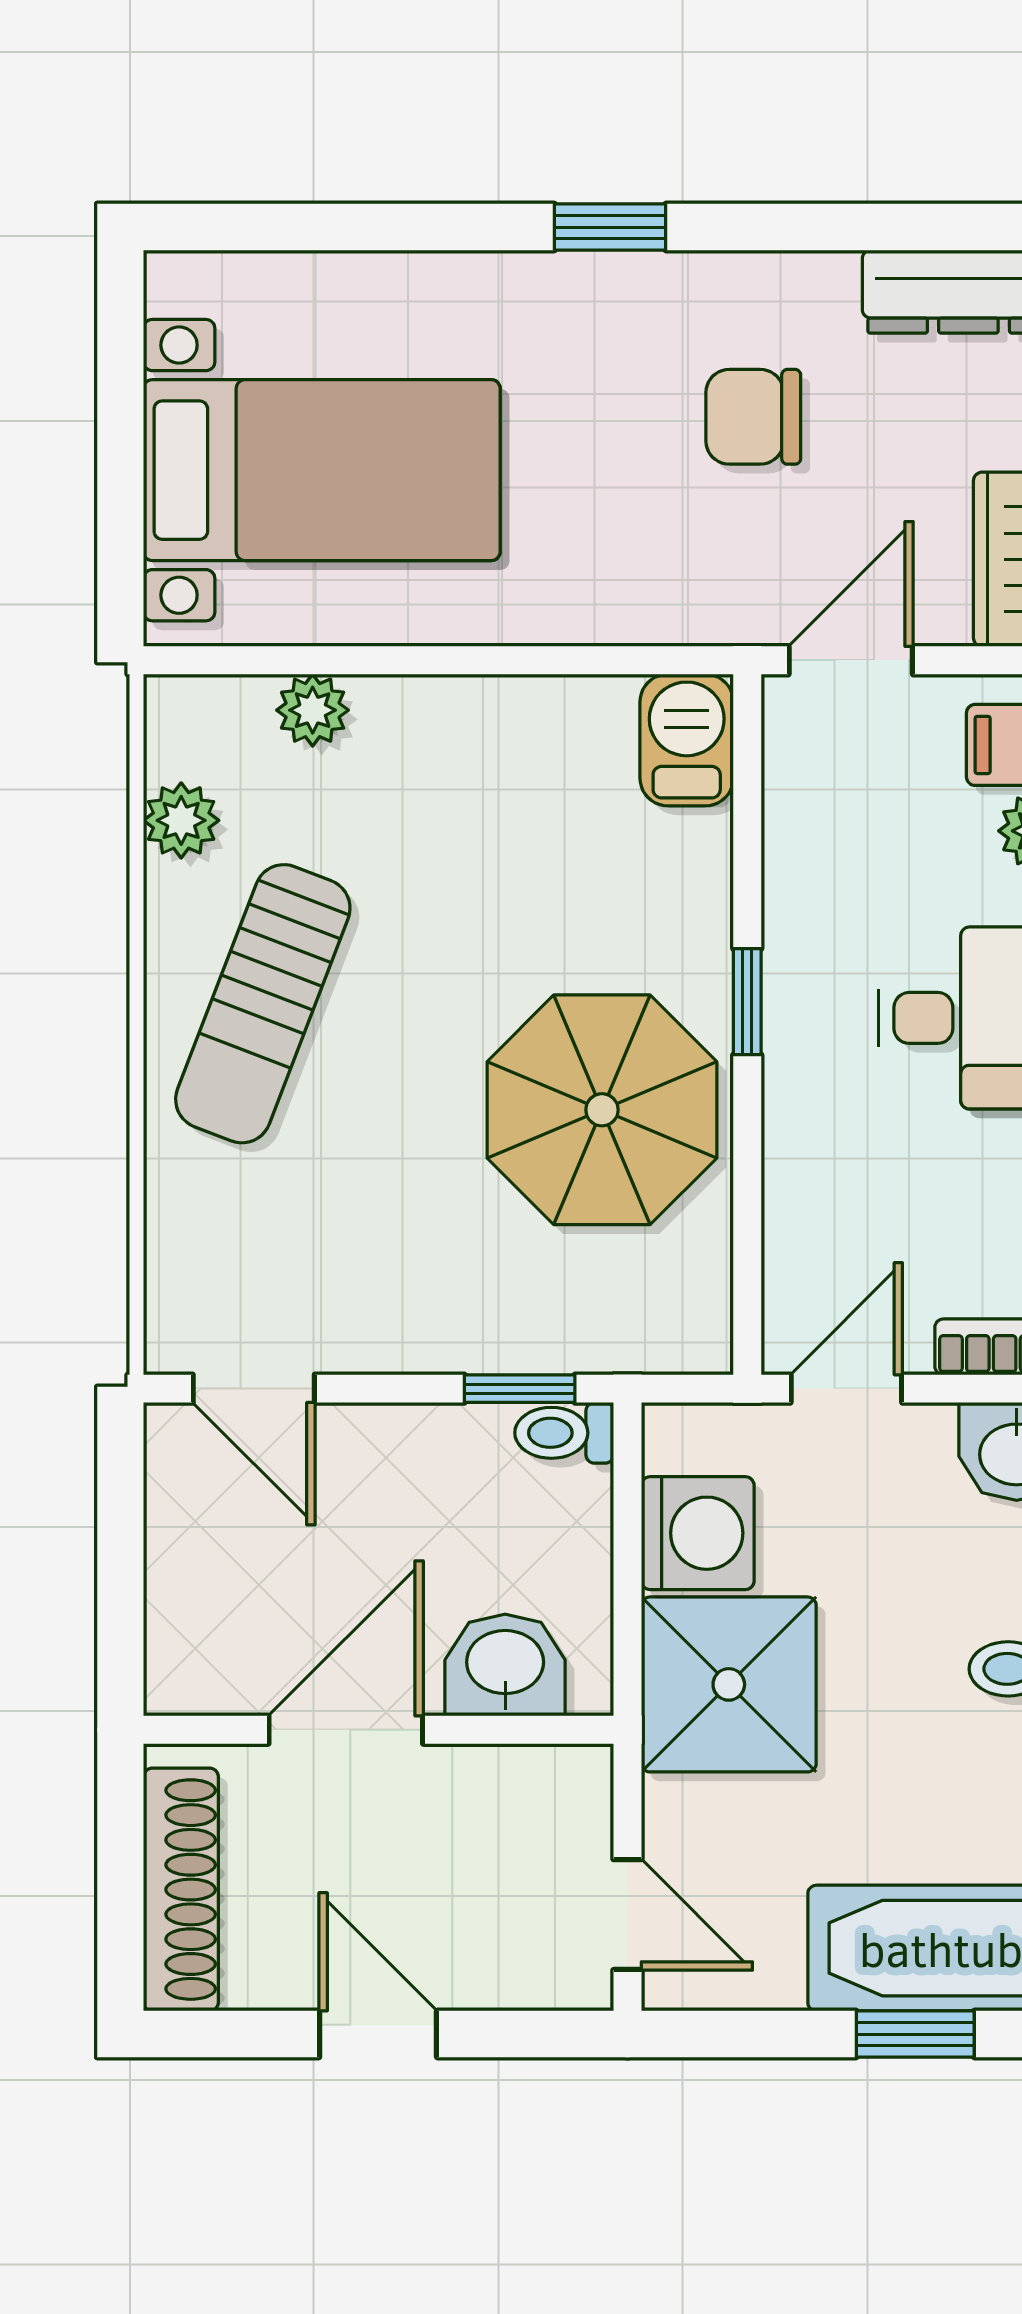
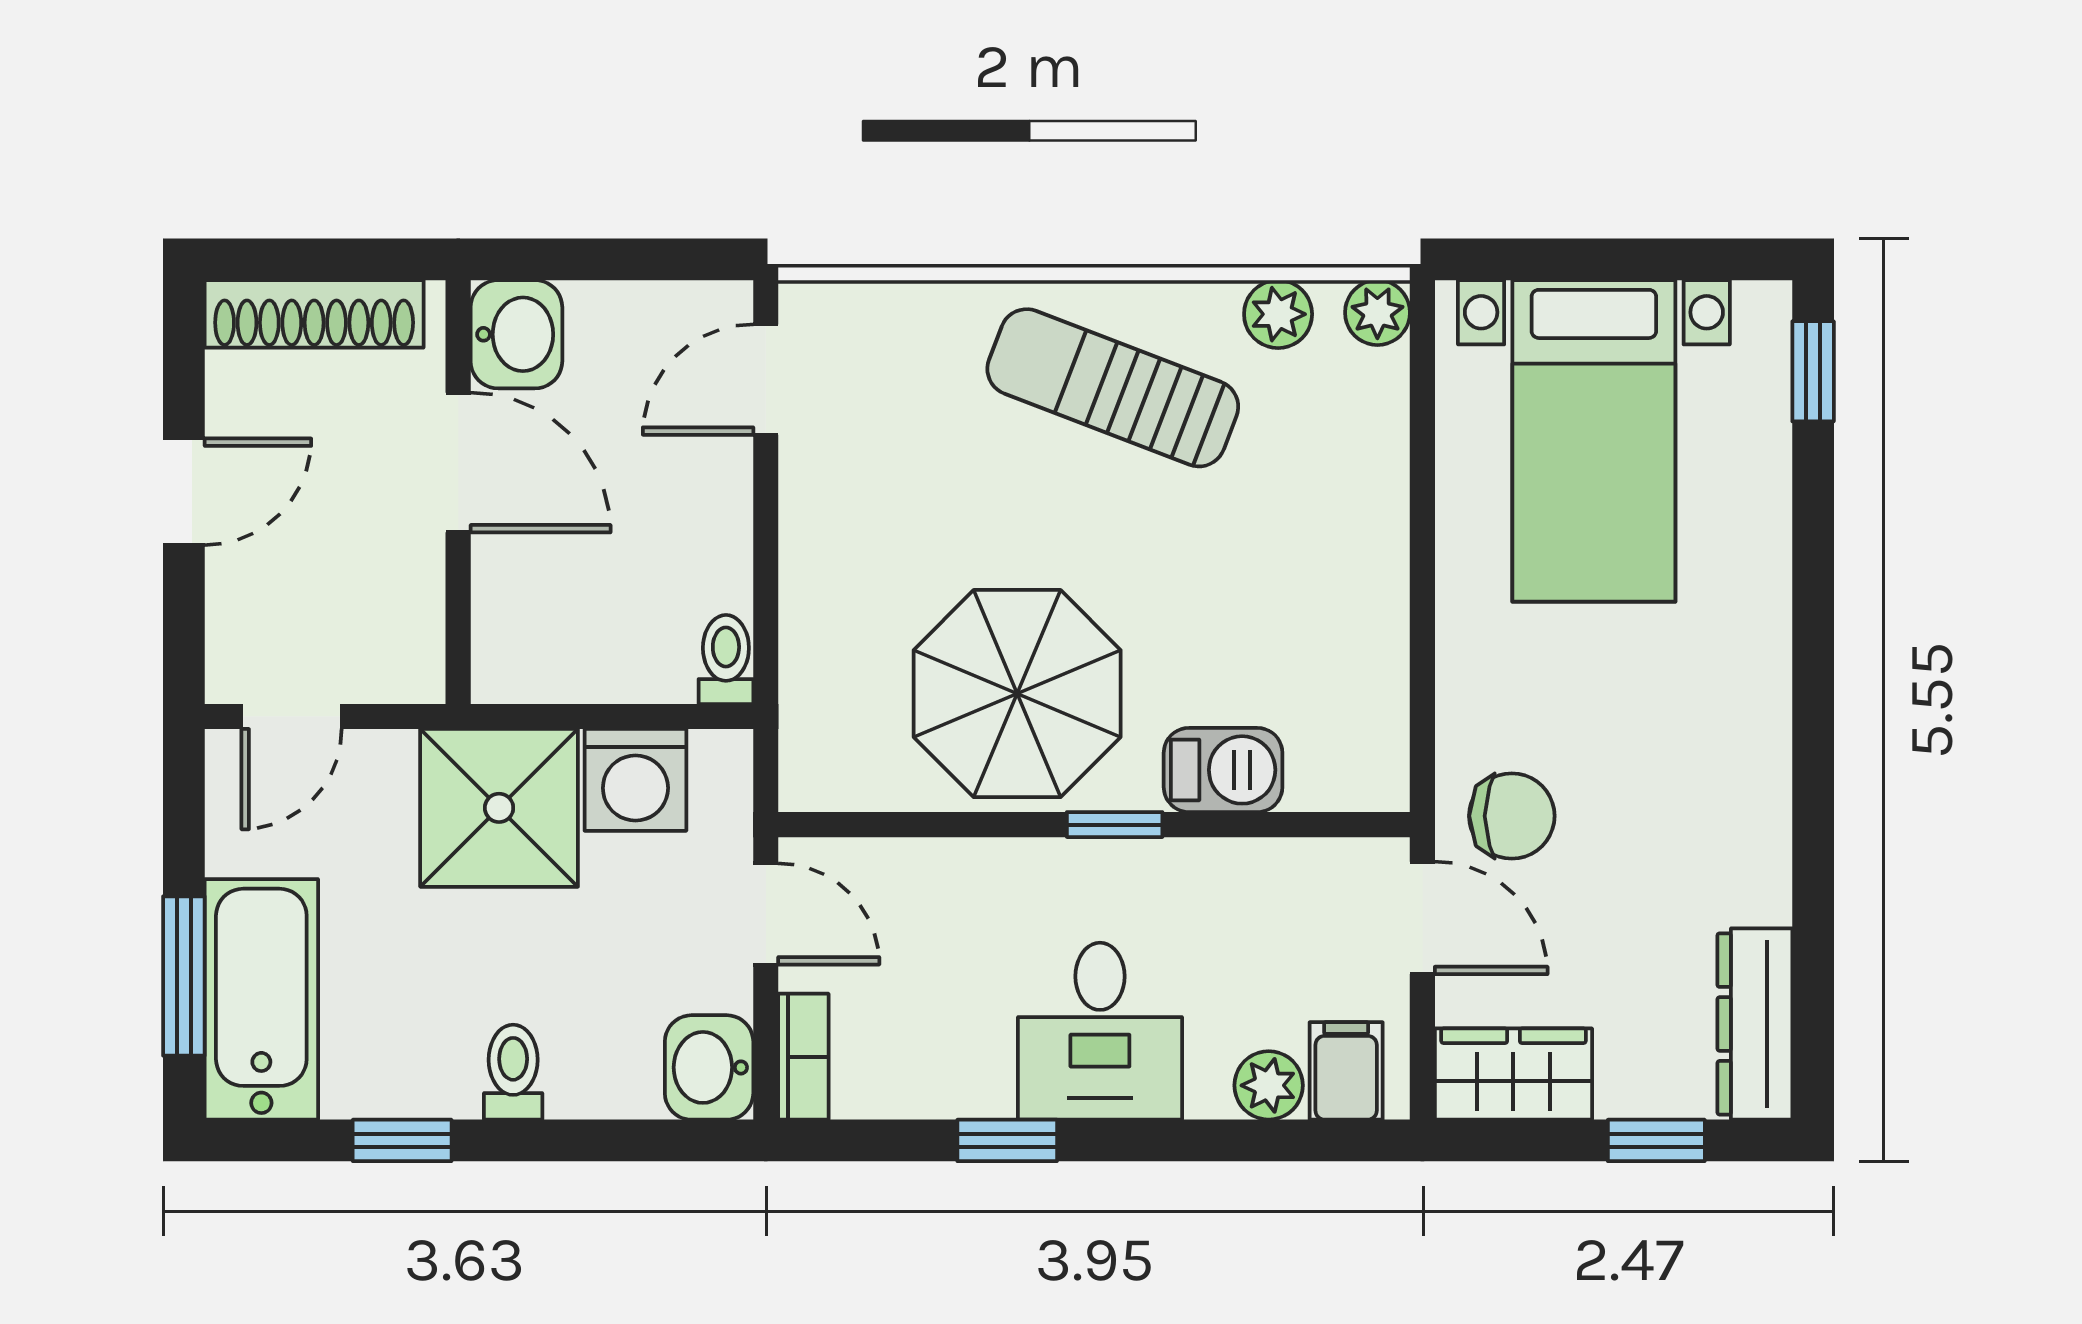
window: (610, 227) -> (1813, 371), moved
chair: (753, 417) -> (1512, 816), moved, turned 90
plant: (313, 710) -> (1377, 313), moved
barbecue: (687, 740) -> (1223, 770), moved
window: (520, 1389) -> (766, 619), removed
washbasin: (505, 1665) -> (516, 334), moved
window: (915, 2034) -> (184, 976), width x1.50

